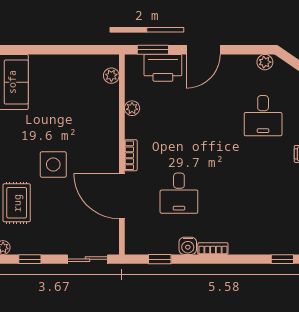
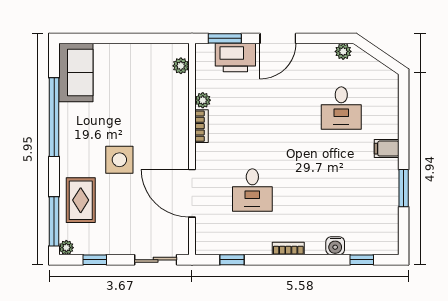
bookcase: (131, 155) -> (201, 126), moved
water cooler: (188, 246) -> (335, 246), moved

